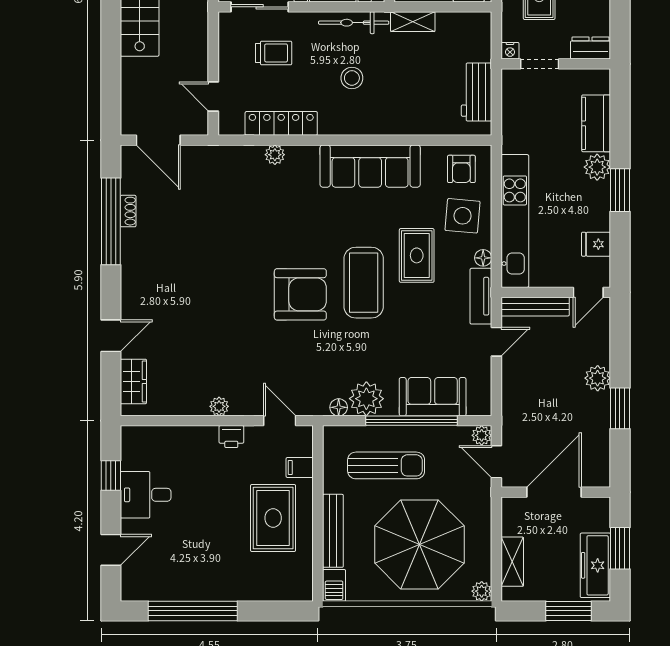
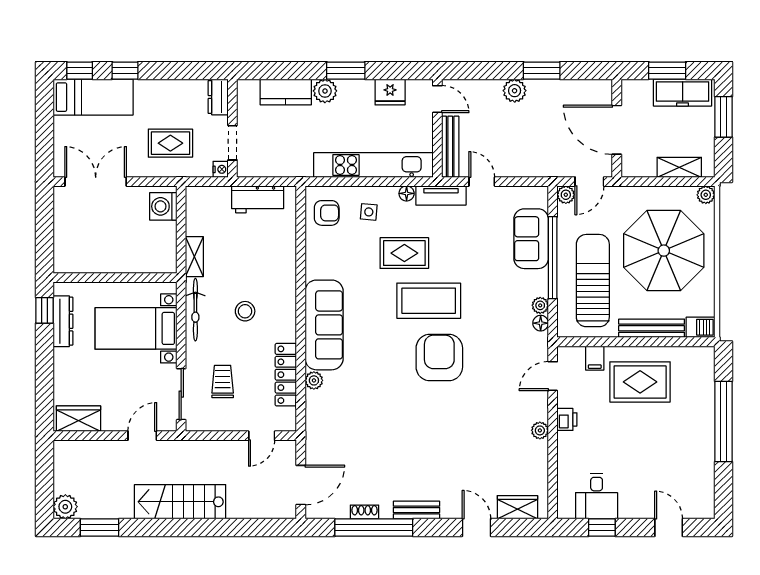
sofa: (370, 166) -> (324, 325), moved
side table: (463, 216) -> (369, 212), width x0.54, depth x0.54
fridge: (596, 244) -> (390, 92), width x1.38
bench: (130, 269) -> (417, 510), added
plant: (366, 399) -> (540, 305), width x0.53, depth x0.53
sun lounger: (386, 465) -> (593, 281), width x1.36, depth x1.34
desk: (146, 495) -> (597, 496), moved
window: (193, 611) -> (724, 422), moved

